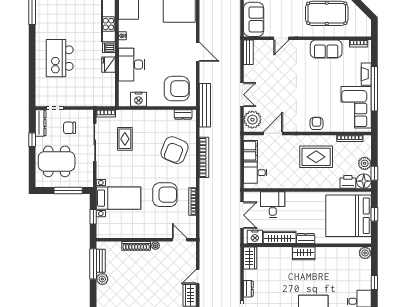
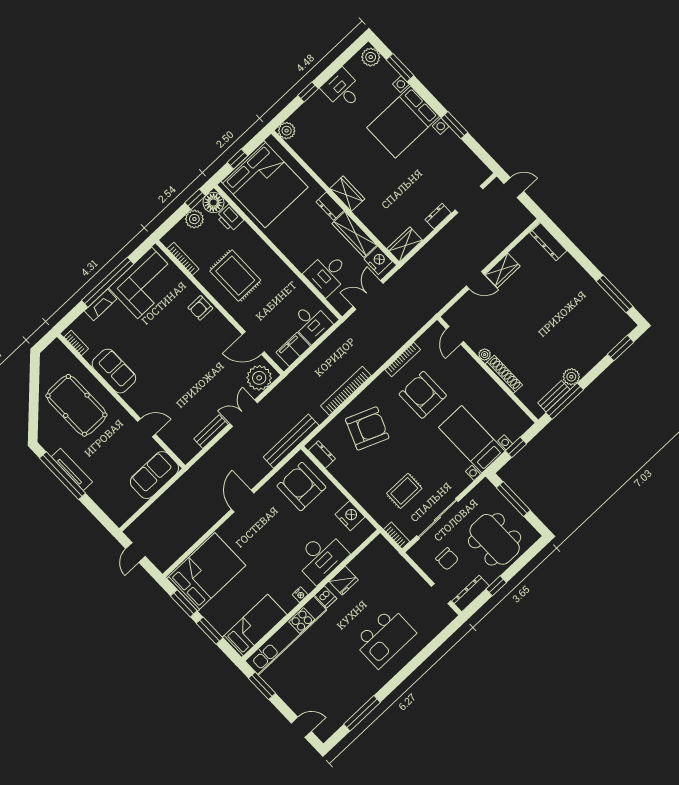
bench: (248, 52) -> (211, 432), moved

